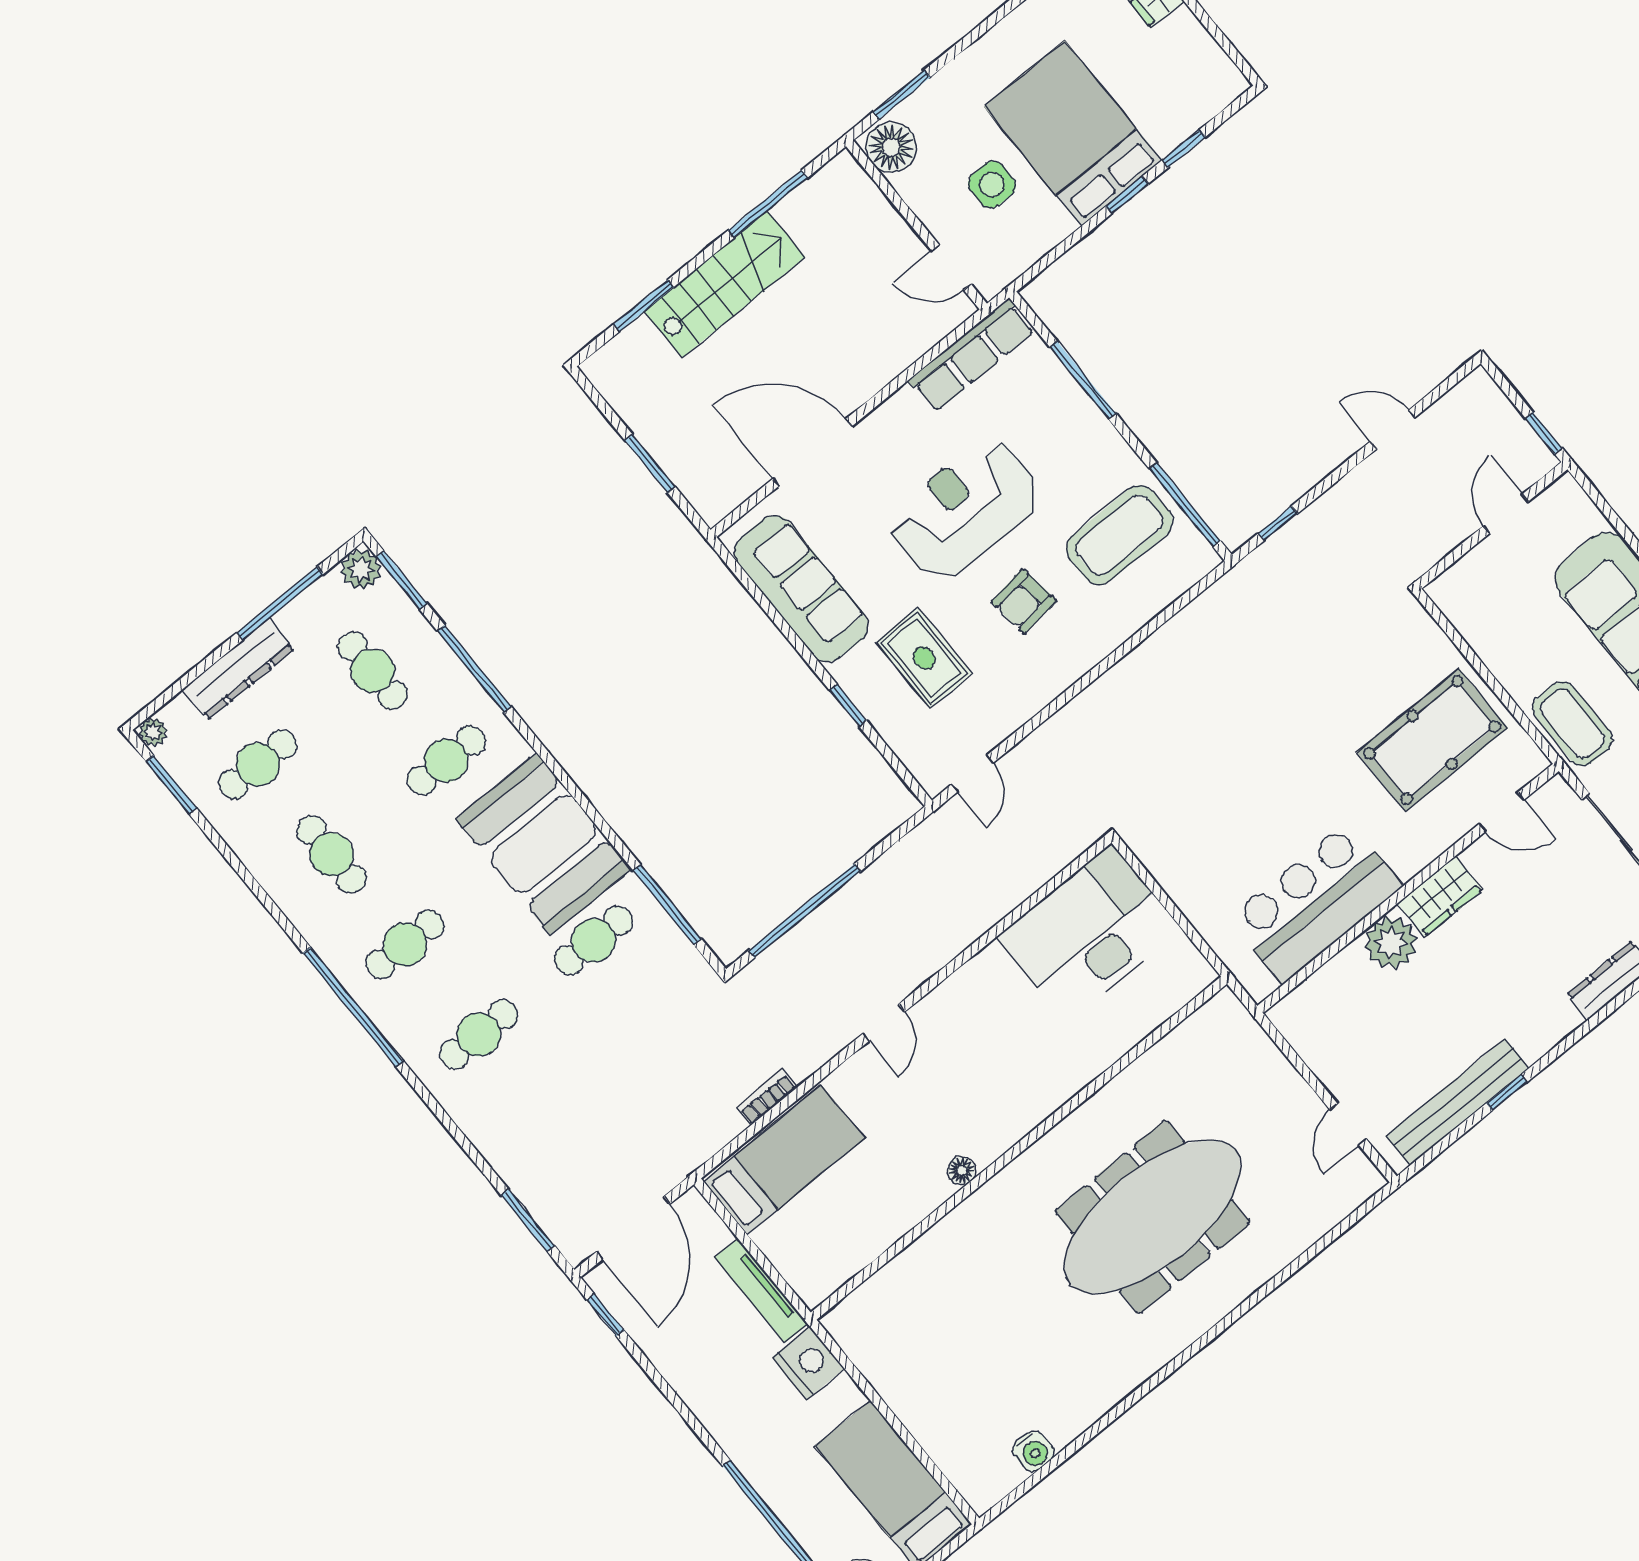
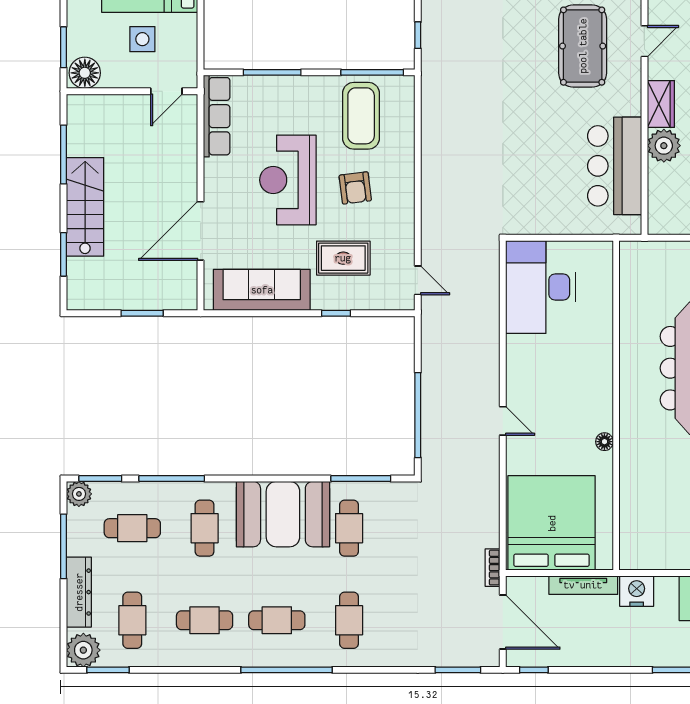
plant: (153, 732) -> (83, 650), width x1.88, depth x1.88
cafe table: (405, 944) -> (277, 620), turned 90
bookcase: (767, 1097) -> (492, 568), moved
bed: (784, 1160) -> (552, 523), width x2.04

